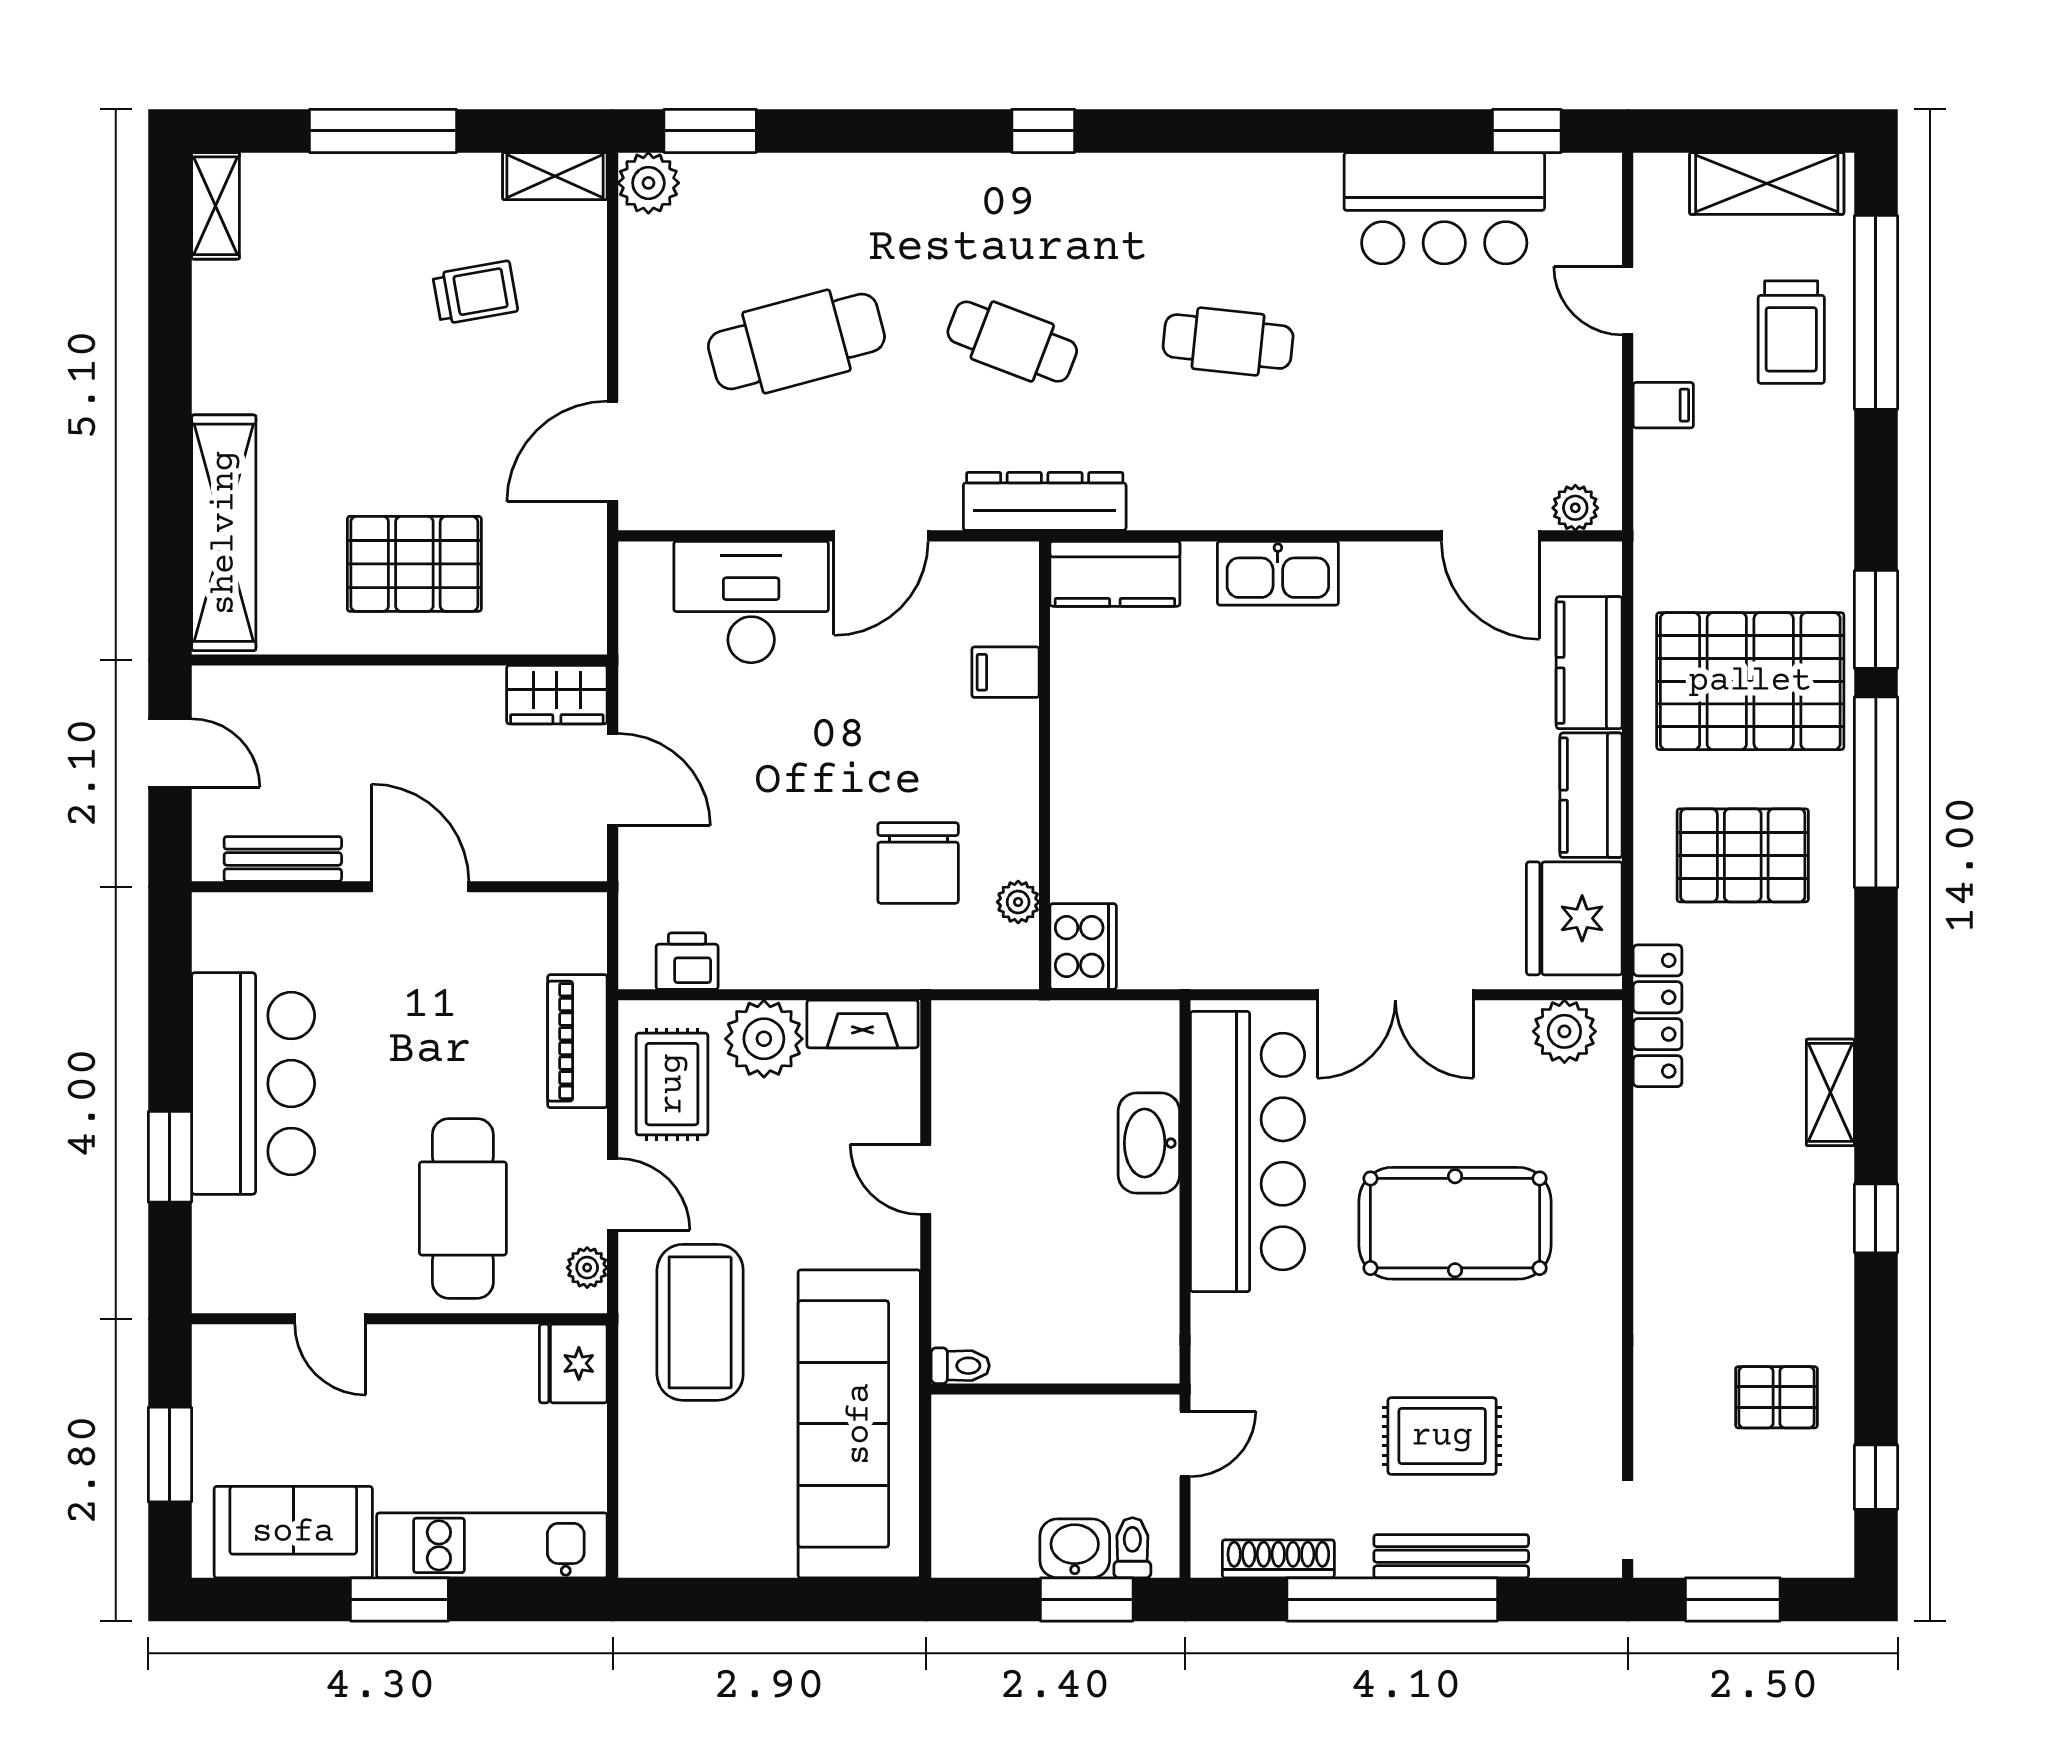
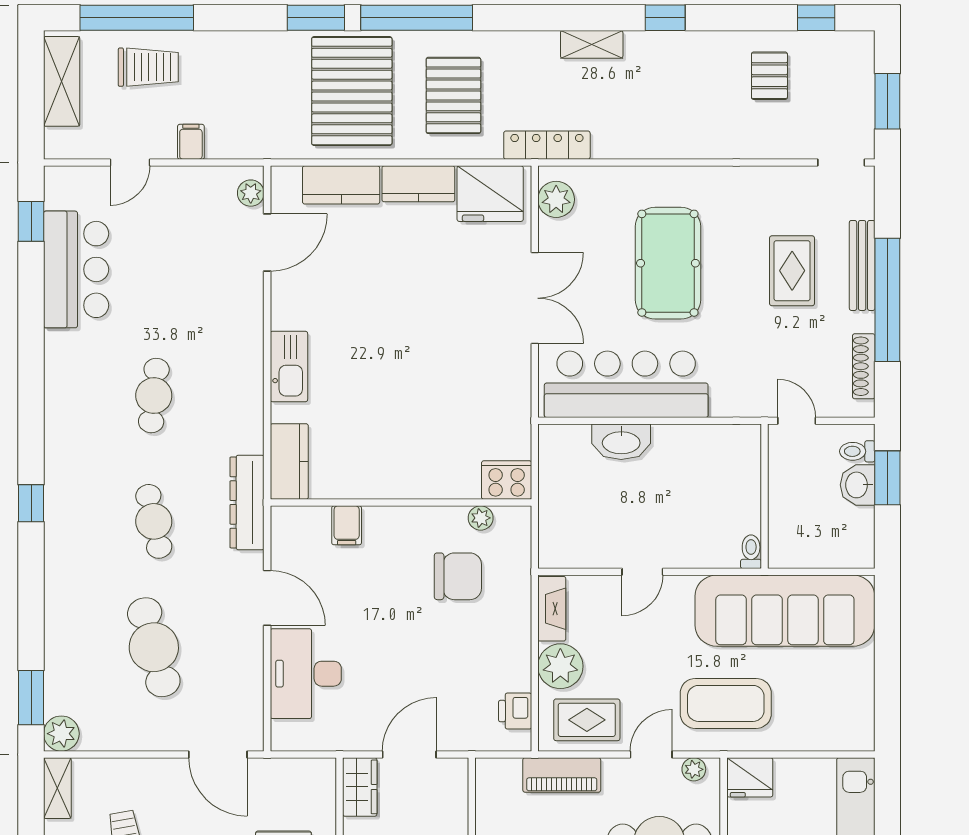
cafe table: (1012, 342) -> (154, 521), turned -33

